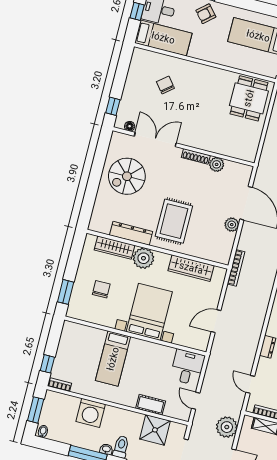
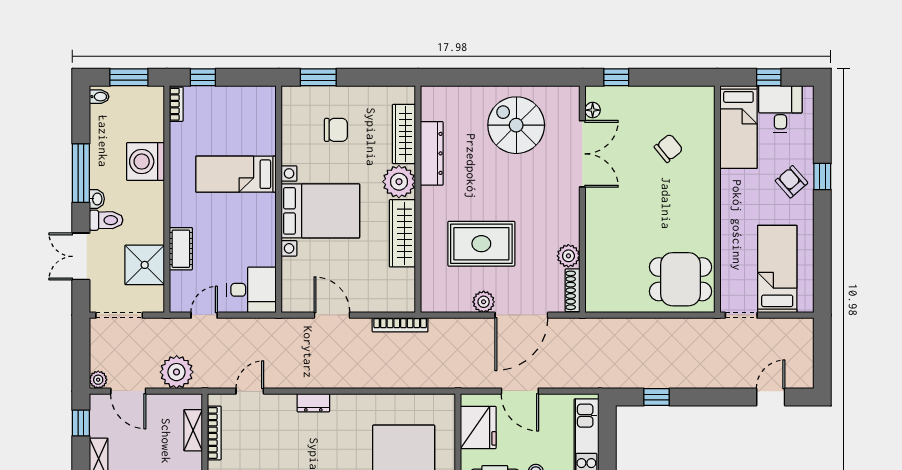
shoe rack: (196, 156) -> (573, 290), moved
rug: (174, 221) -> (481, 244), moved
wardrobe: (191, 268) -> (402, 233), moved
bookcase: (236, 268) -> (400, 325), moved

